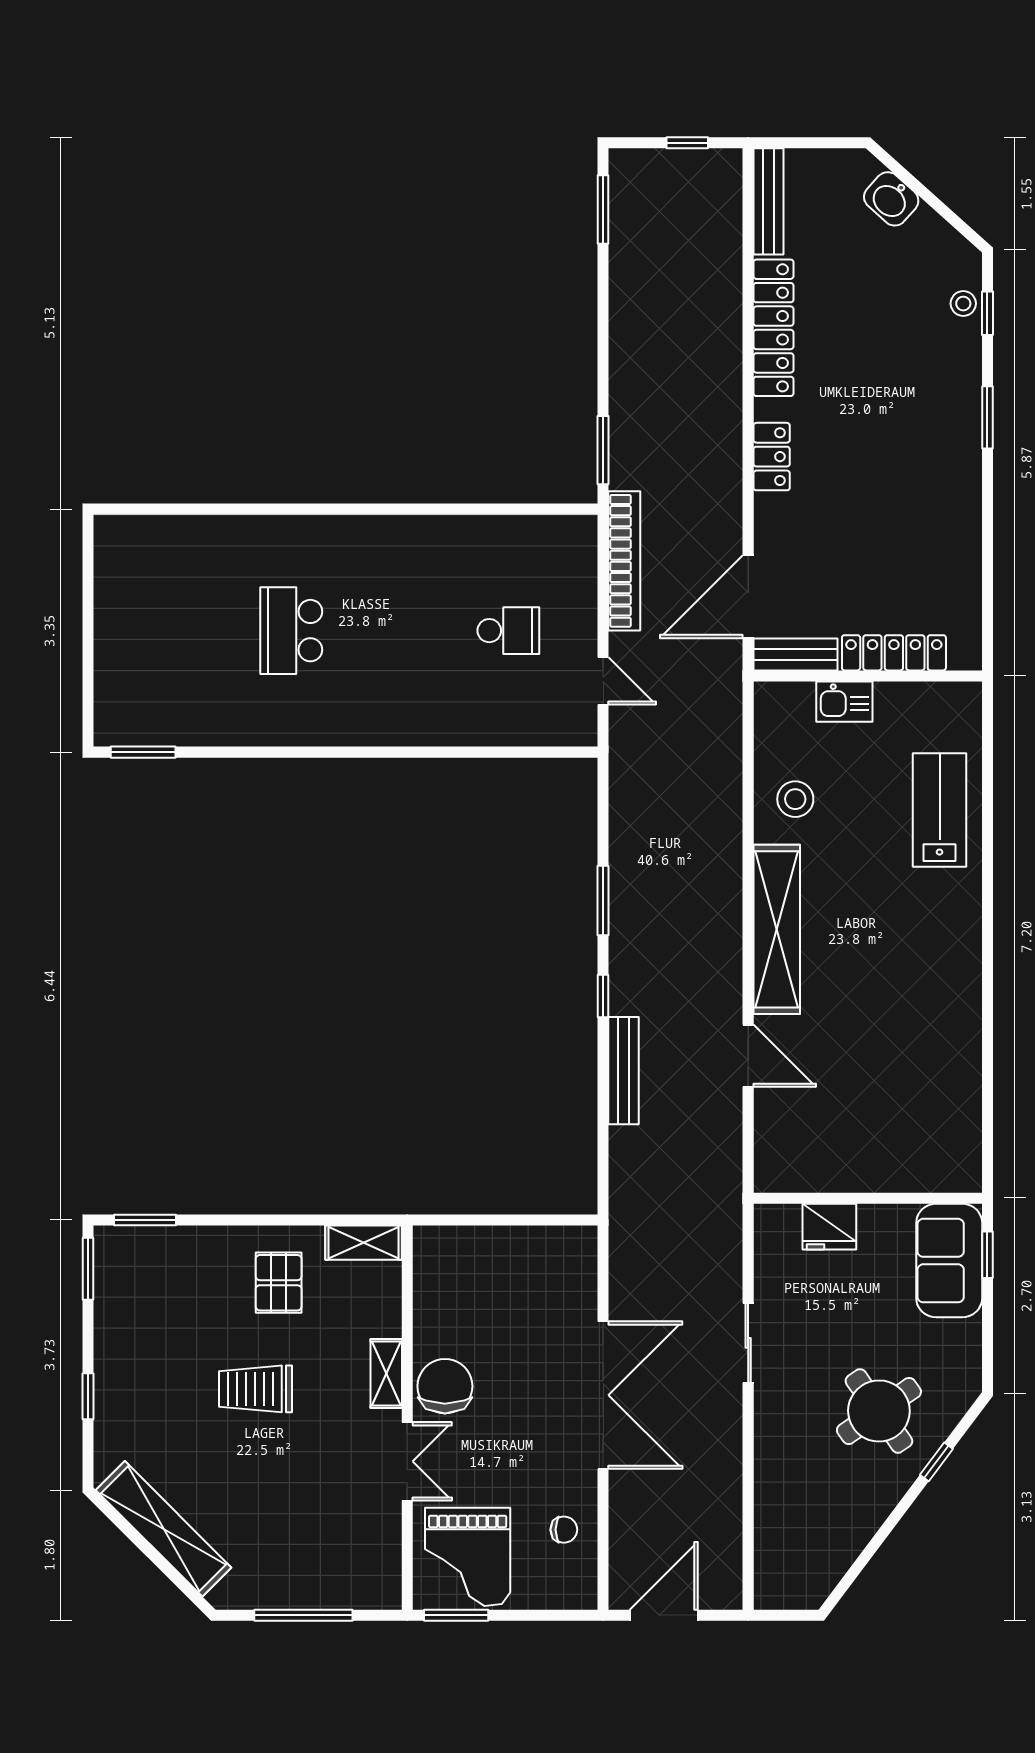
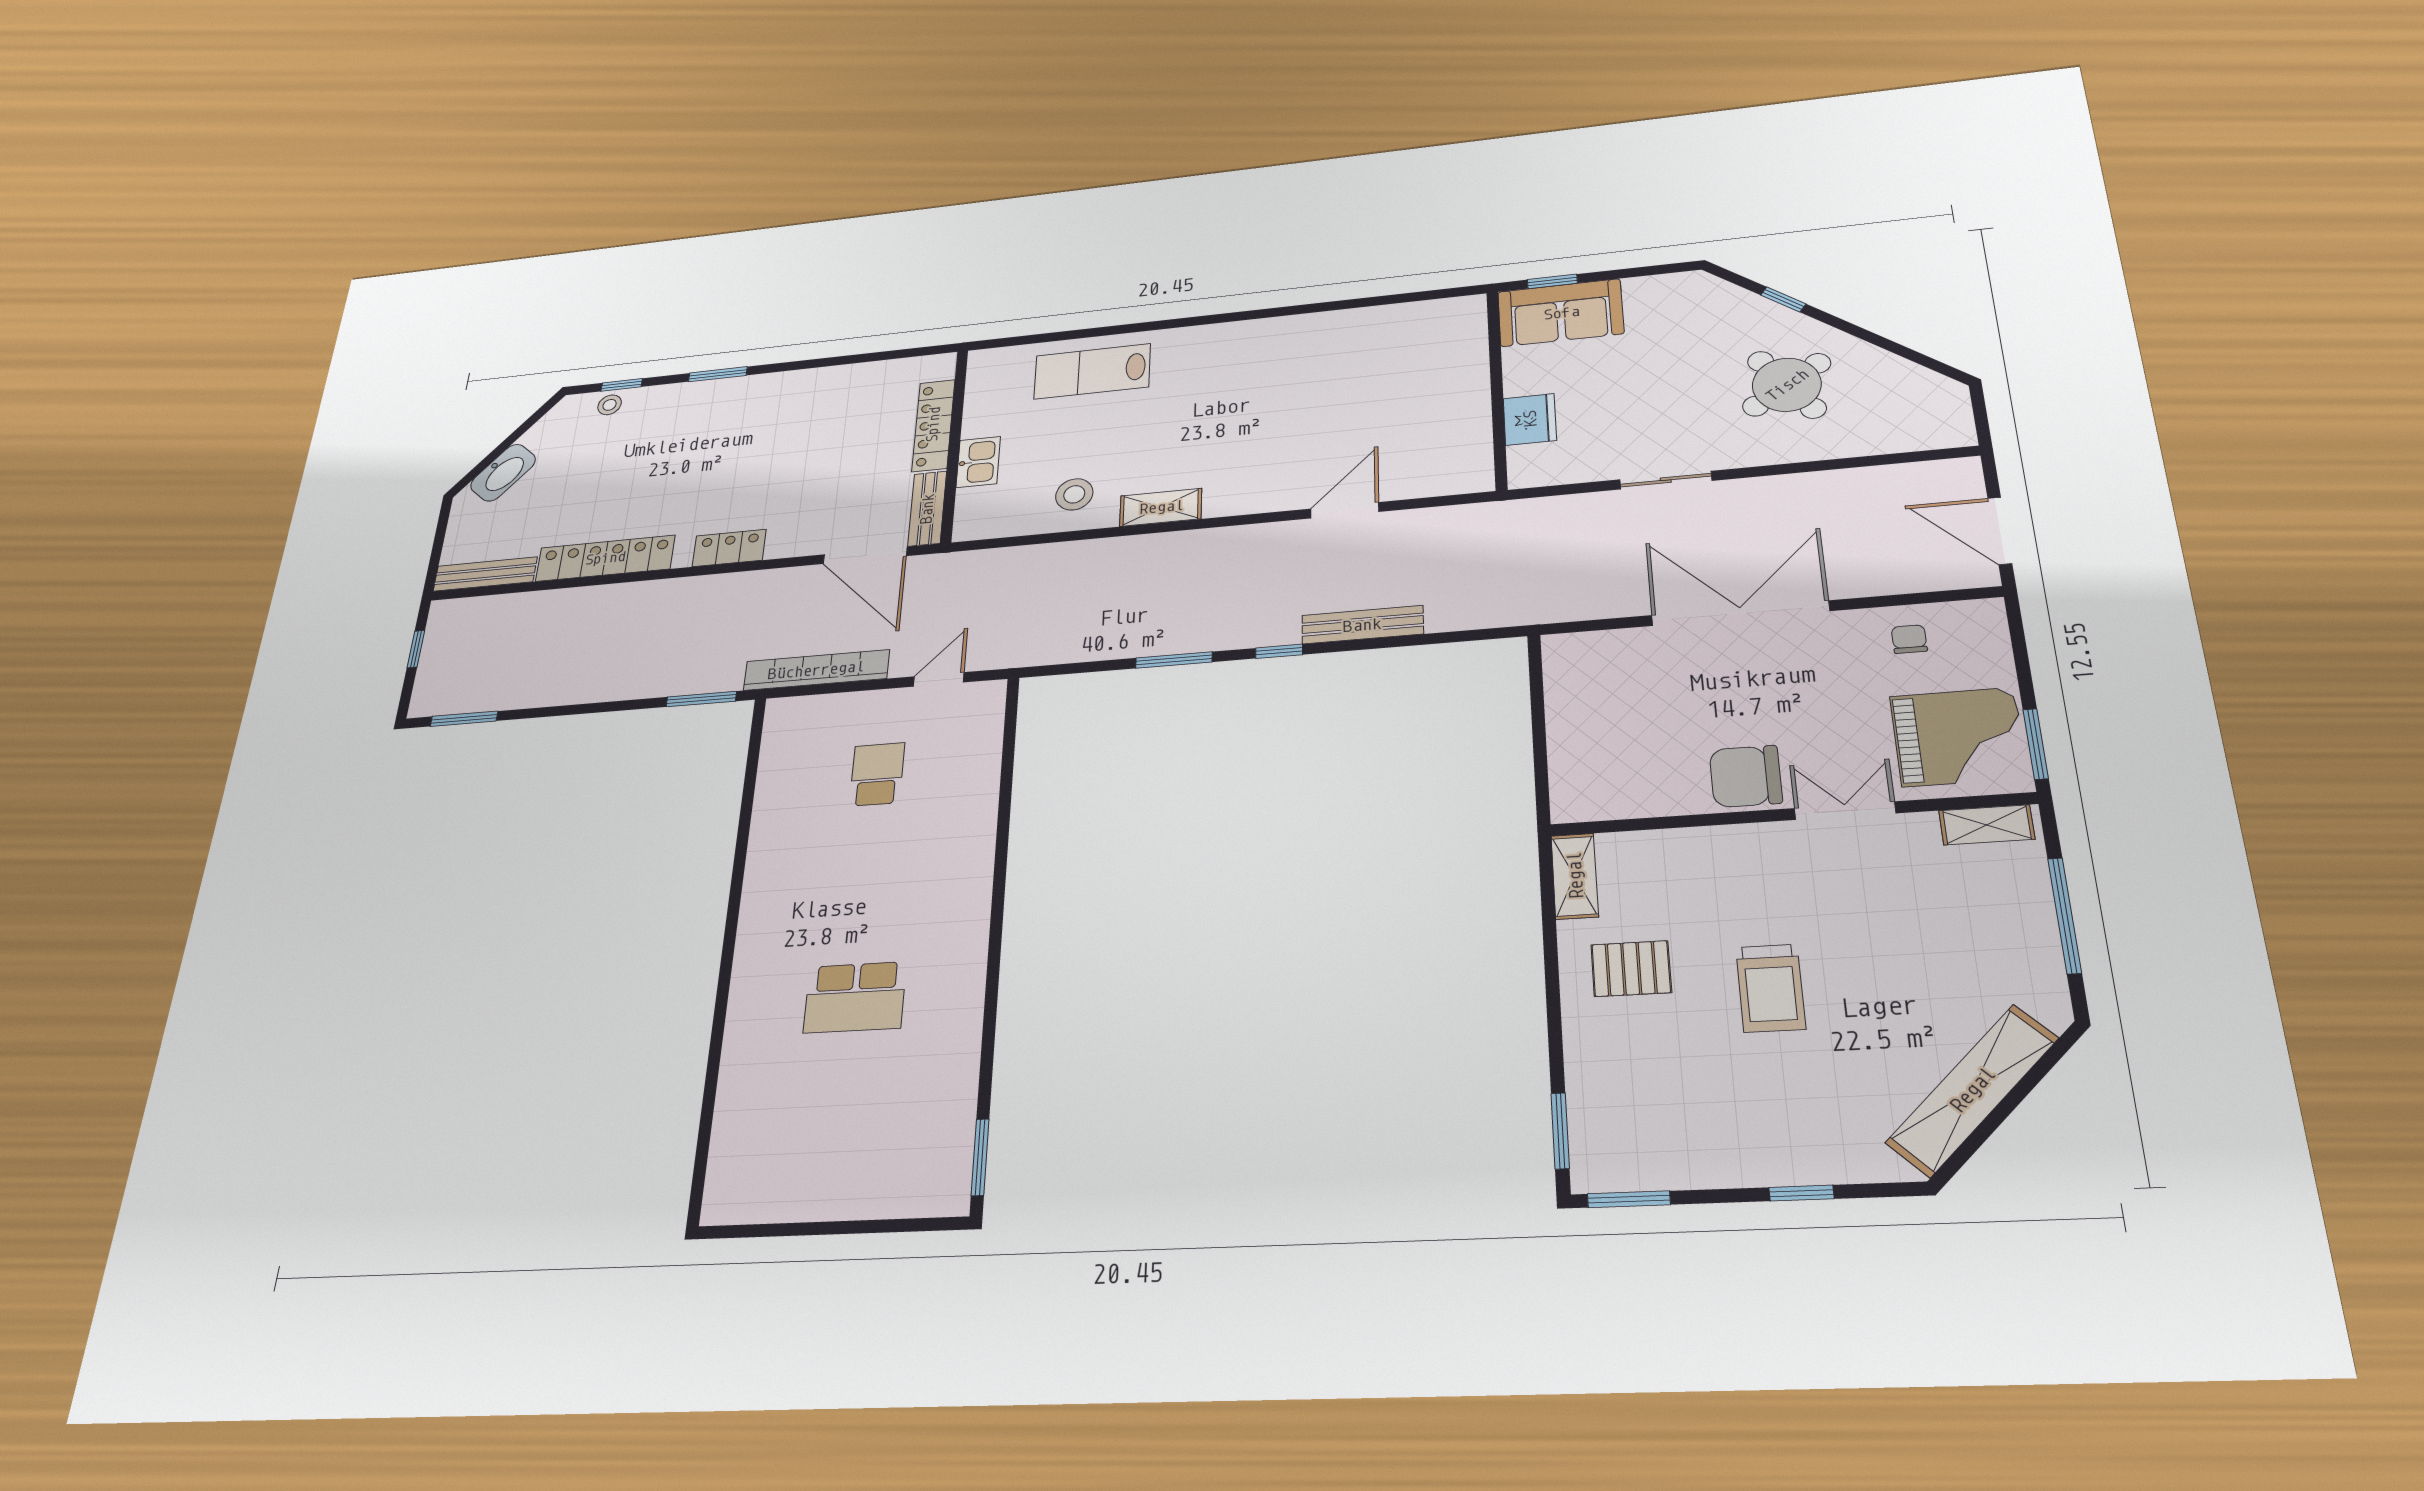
washbasin: (891, 199) -> (503, 473), width x1.38
shelving: (777, 929) -> (1161, 507), width x0.45, depth x0.75
shelving: (386, 1373) -> (1987, 825), moved
round table: (879, 1411) -> (1787, 385), moved

